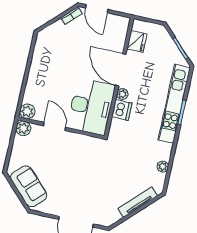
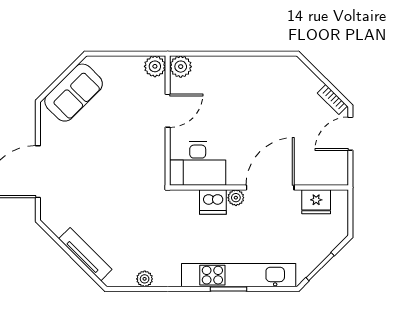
desk: (91, 107) -> (198, 163), width x0.73, depth x0.77

